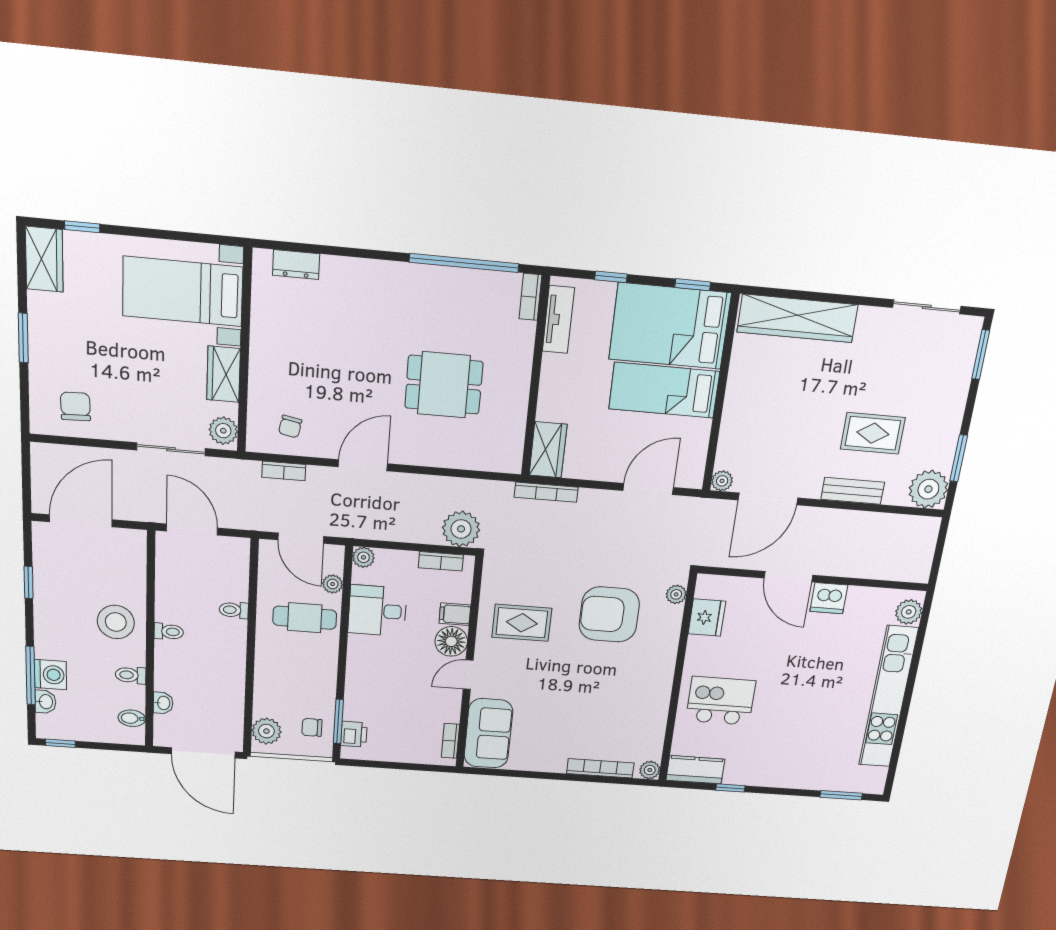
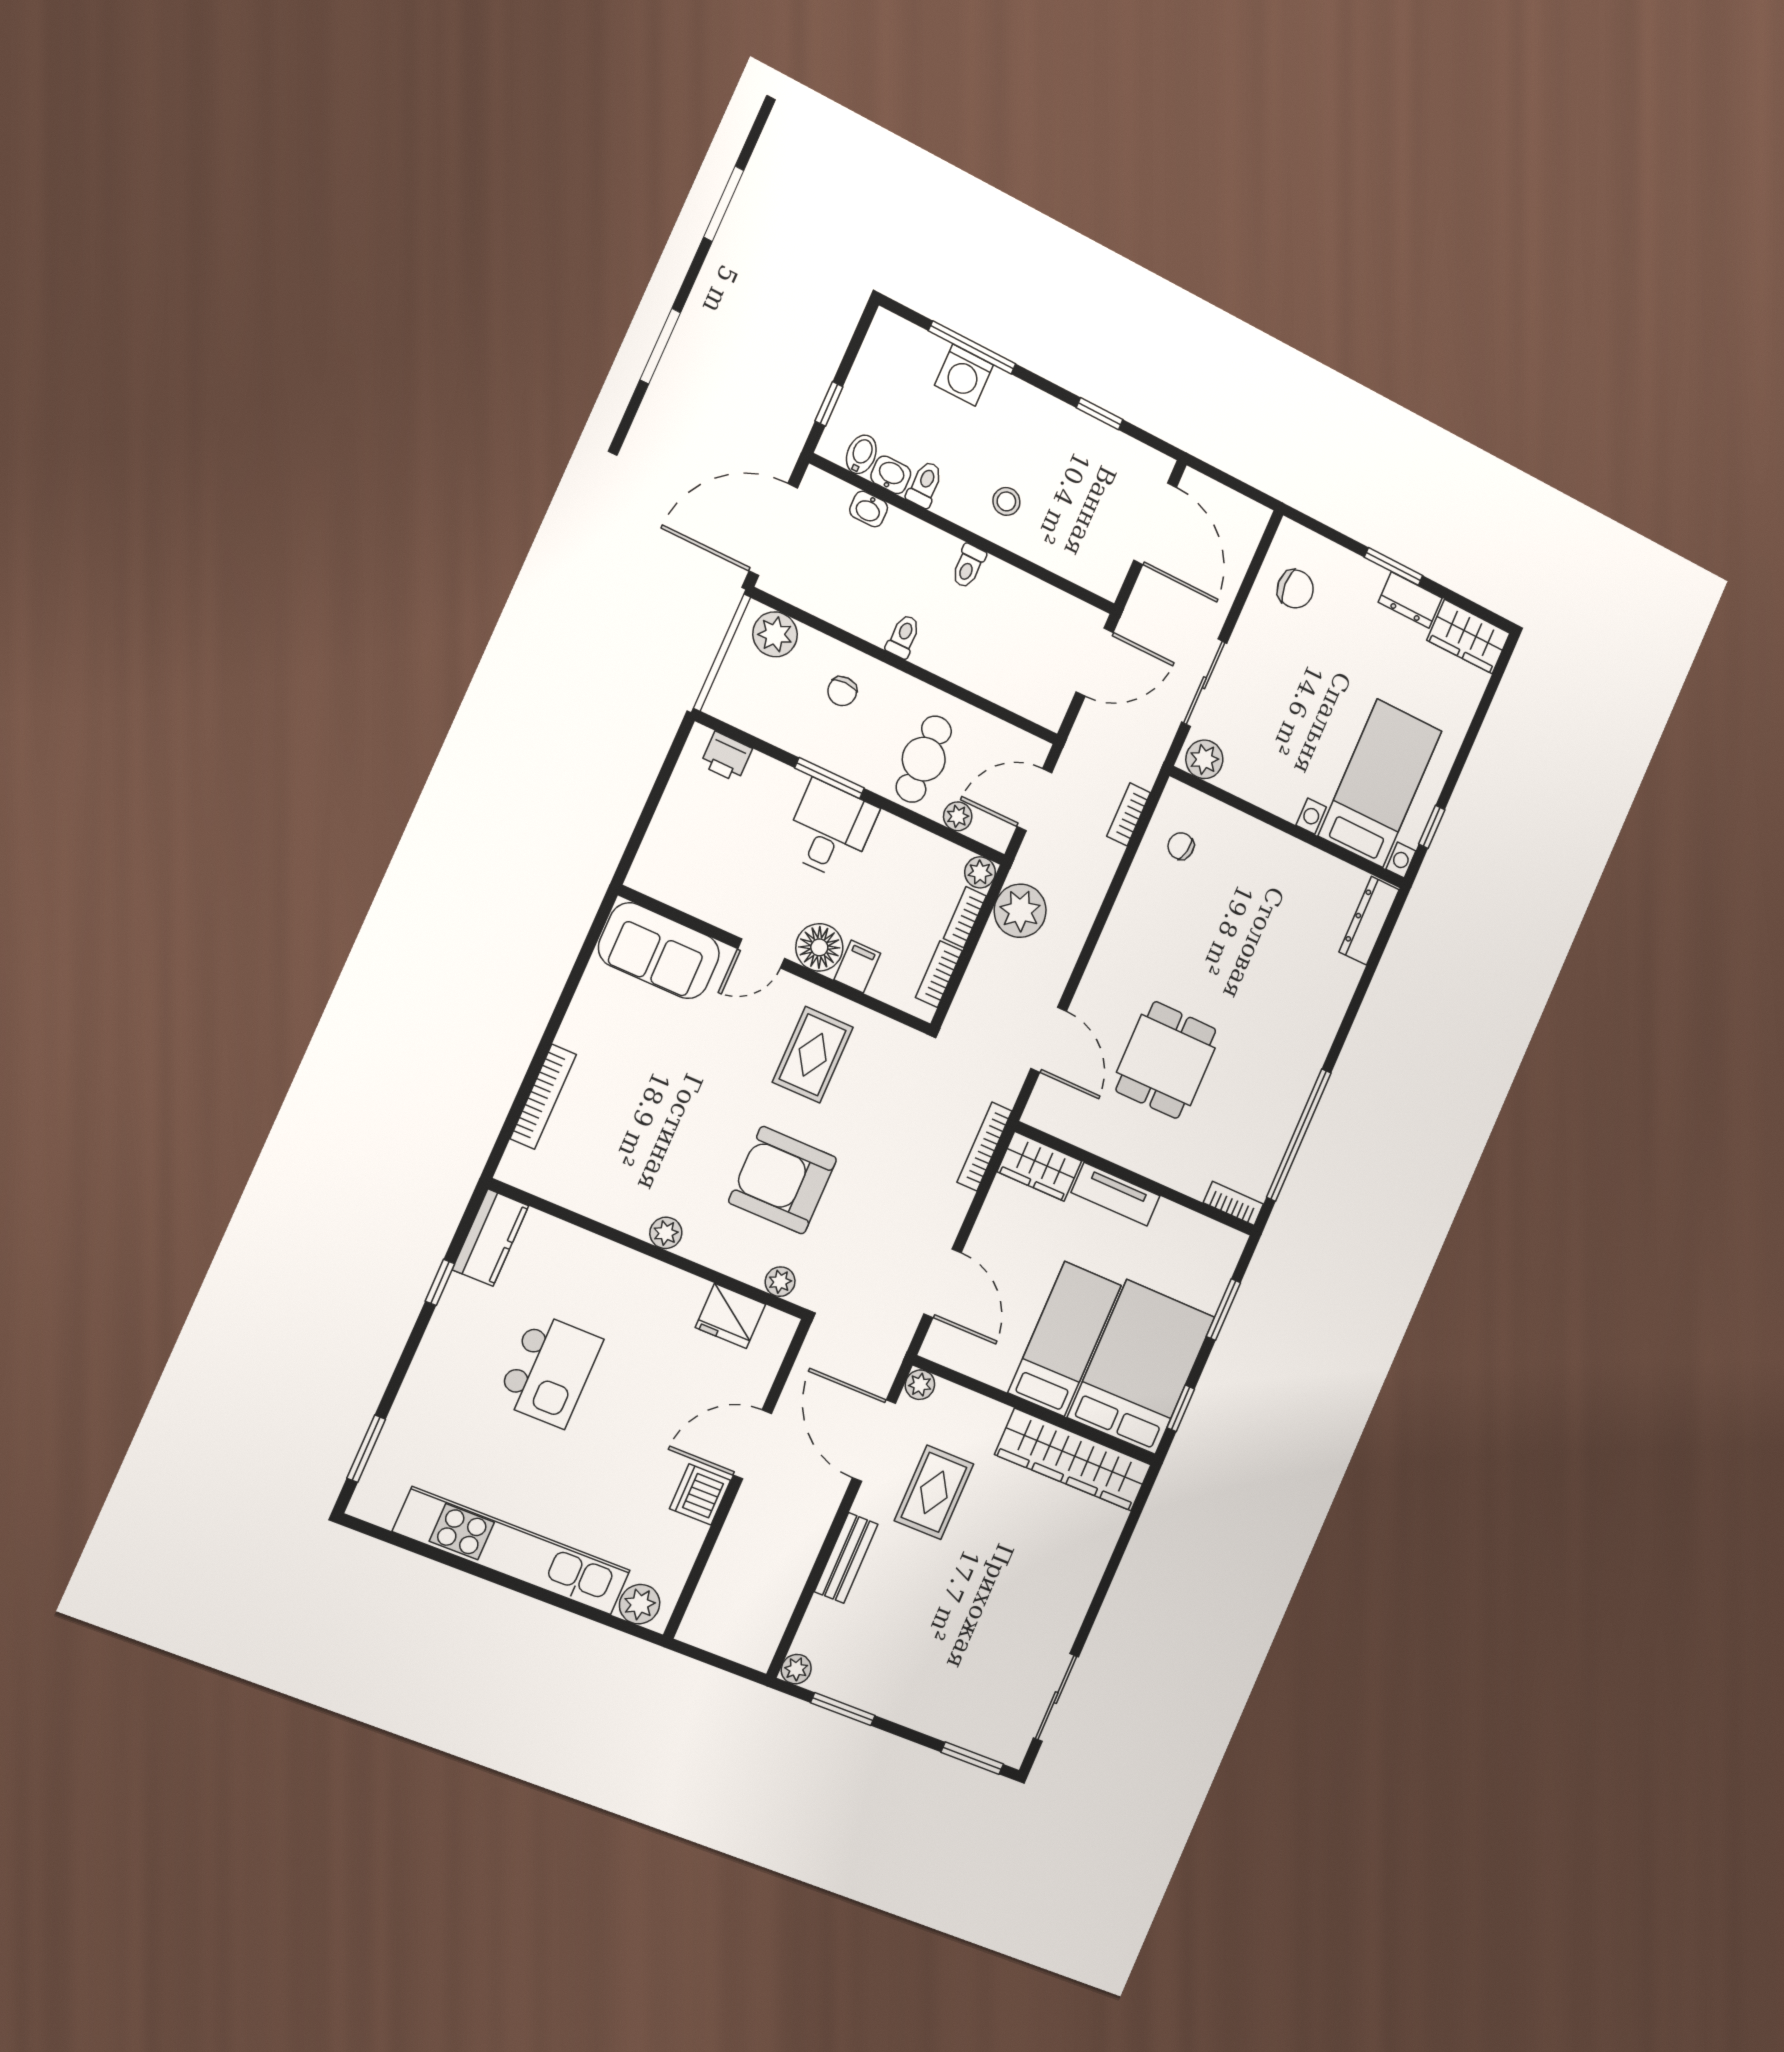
window: (82, 227) -> (1432, 827), moved
dresser: (296, 265) -> (1369, 921), width x1.44
window: (611, 277) -> (1223, 1310), width x1.50
dresser: (41, 316) -> (1410, 600), added
wardrobe: (797, 318) -> (1073, 1460), moved, turned -90
tv unit: (558, 320) -> (1116, 1194), moved
wardrobe: (224, 374) -> (1271, 790), removed
rug: (873, 433) -> (934, 1492), moved
door: (363, 465) -> (1049, 1040), moved
plant: (928, 489) -> (796, 1669), width x0.53, depth x0.53
plant: (461, 529) -> (1020, 911), moved
toilet: (234, 610) -> (903, 636), moved
desk: (377, 611) -> (830, 830), moved
armchair: (609, 614) -> (783, 1180), turned -90
stool: (116, 622) -> (1006, 501), width x0.53, depth x0.53
door: (468, 675) -> (761, 953), swing flipped
kitchen island: (721, 701) -> (549, 1371), moved
washbasin: (45, 702) -> (891, 475), moved, turned 180
window: (338, 721) -> (829, 778), moved
chair: (312, 727) -> (842, 691), moved, turned 180
bookcase: (450, 741) -> (965, 917), moved, turned -90
window: (60, 743) -> (829, 404), moved
plant: (650, 770) -> (666, 1233), moved

